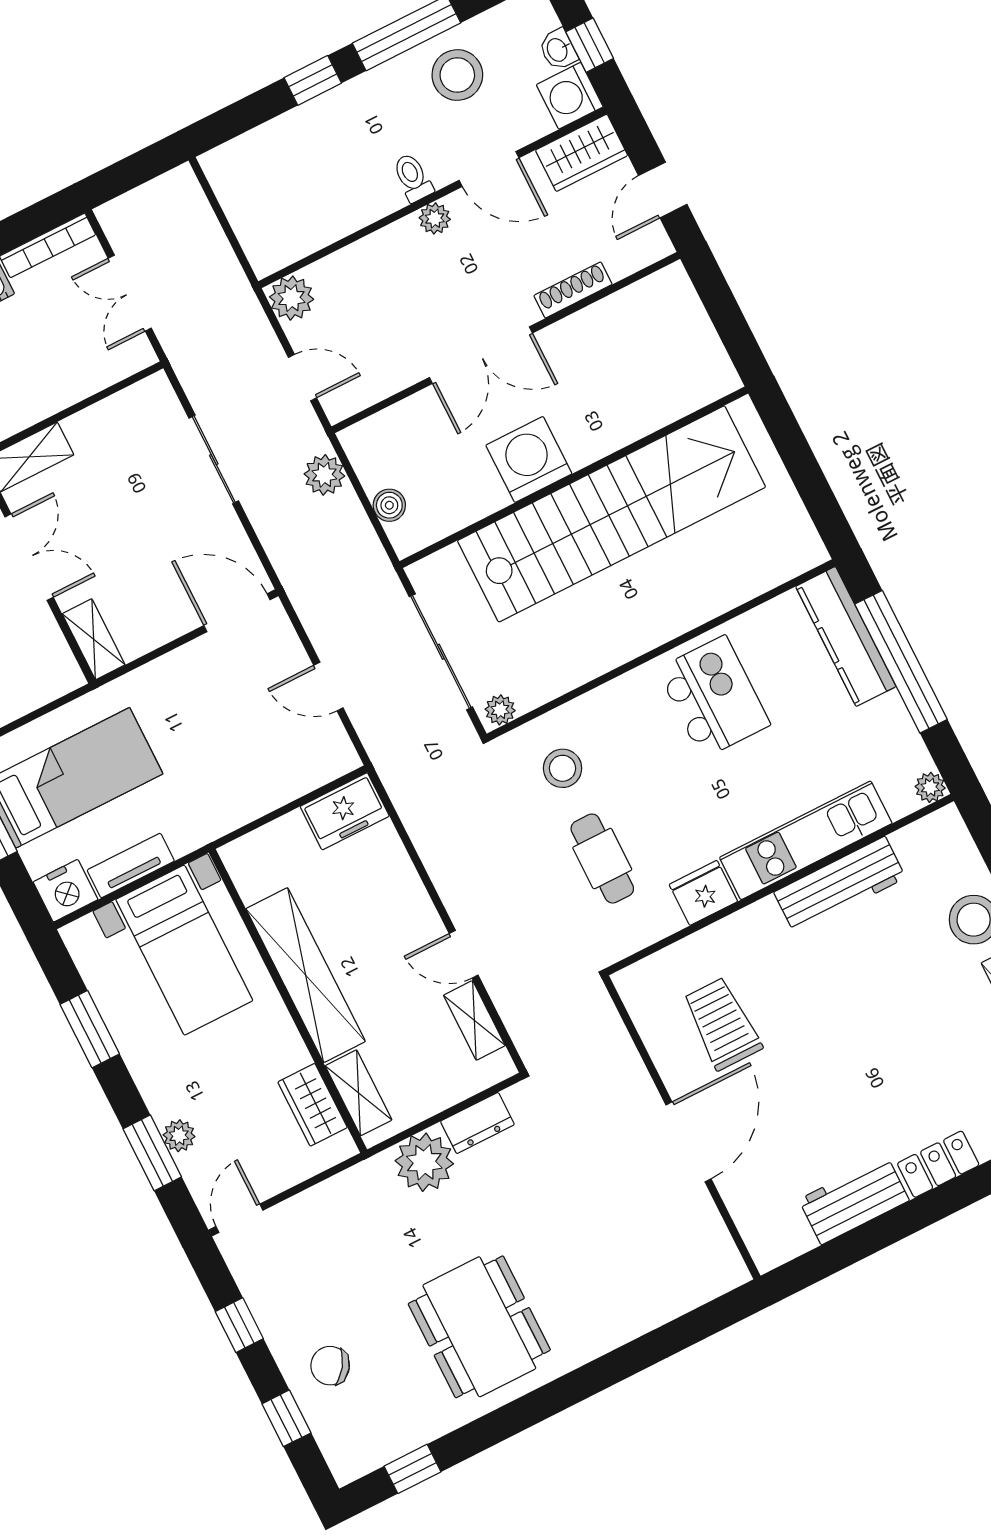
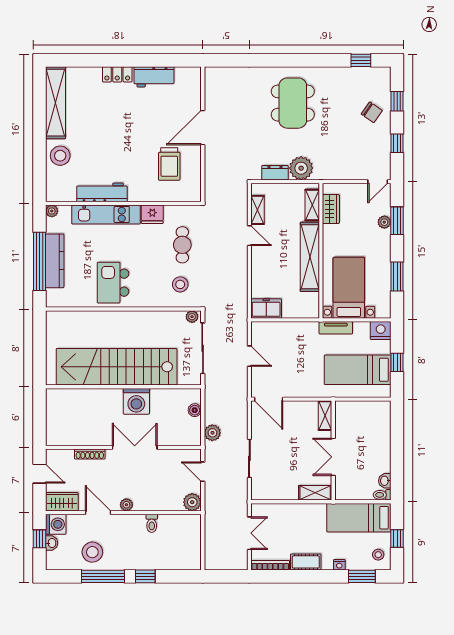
toilet: (413, 178) -> (152, 523), moved
door: (663, 190) -> (39, 474), hinge flipped
kitchen counter: (846, 636) -> (55, 261), moved
tv unit: (131, 865) -> (336, 328), moved
dining table: (479, 1327) -> (293, 103), moved

